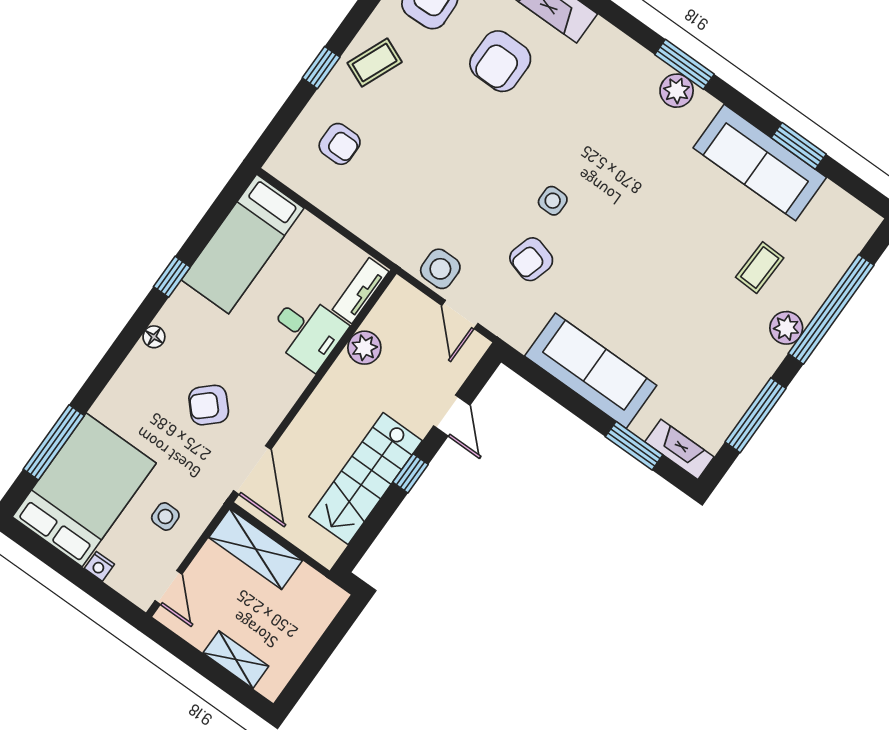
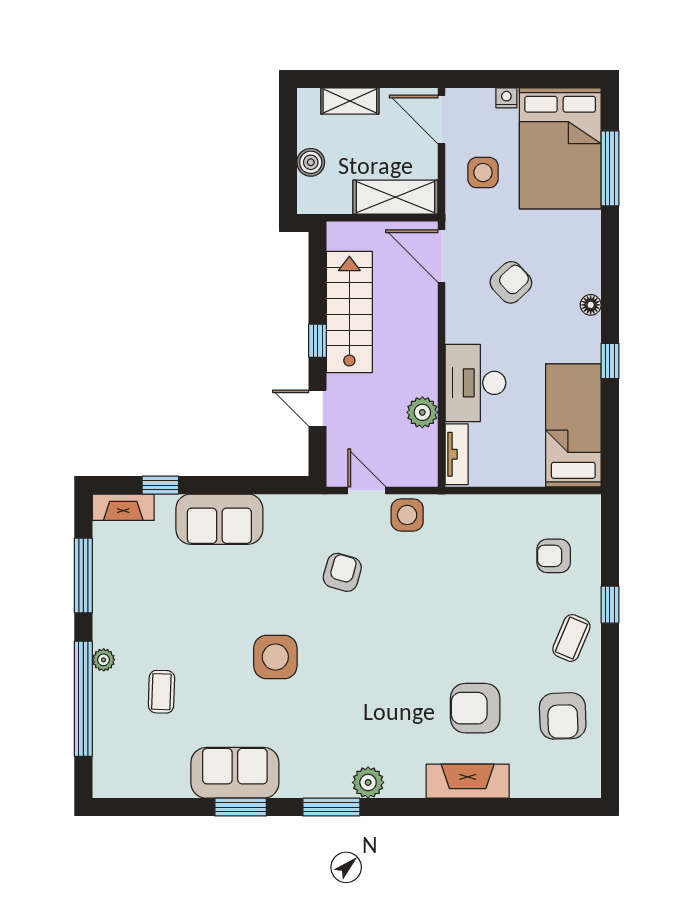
armchair: (500, 61) -> (475, 708), turned -90
plant: (677, 91) -> (368, 782), moved
window: (799, 146) -> (241, 807), moved
sofa: (760, 163) -> (235, 773), width x0.73
side table: (553, 201) -> (275, 657), moved, width x1.87, depth x1.87
plant: (786, 328) -> (104, 660), width x0.73, depth x0.73
desk: (307, 331) -> (475, 383), width x1.37
sofa: (591, 371) -> (219, 519), width x0.73
window: (634, 446) -> (160, 485), width x0.67
side table: (165, 517) -> (483, 173), width x1.37, depth x1.37
door: (168, 587) -> (442, 120), width x1.38
boiler: (307, 631) -> (311, 162), added

